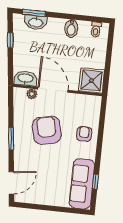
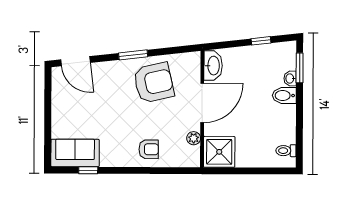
washbasin: (36, 22) -> (290, 78), width x0.52, depth x0.69
bidet: (71, 28) -> (284, 95), moved
plant: (32, 94) -> (194, 138), moved
armchair: (47, 130) -> (154, 83), moved
sofa: (82, 184) -> (75, 153), width x0.73

